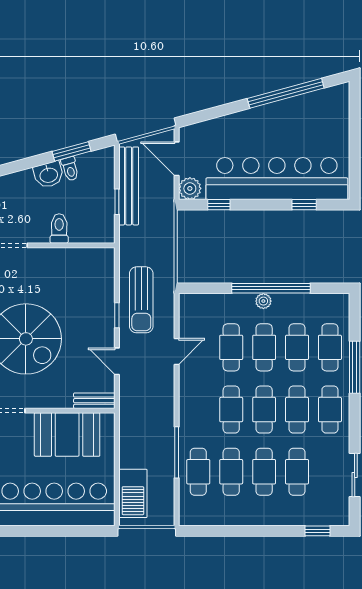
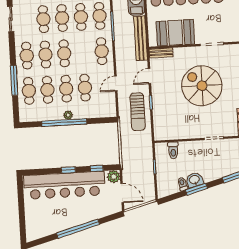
window: (286, 93) -> (78, 229), moved
window: (72, 151) -> (196, 189), moved
bench: (129, 186) -> (141, 38), moved
window: (304, 205) -> (68, 170), moved
toilet: (59, 229) -> (173, 150), moved
sun lounger: (141, 300) -> (138, 112), turned 180
door: (117, 361) -> (149, 76), swing flipped
cafe table: (231, 410) -> (102, 51), moved

